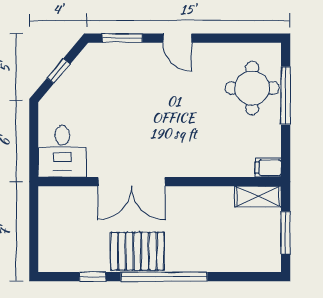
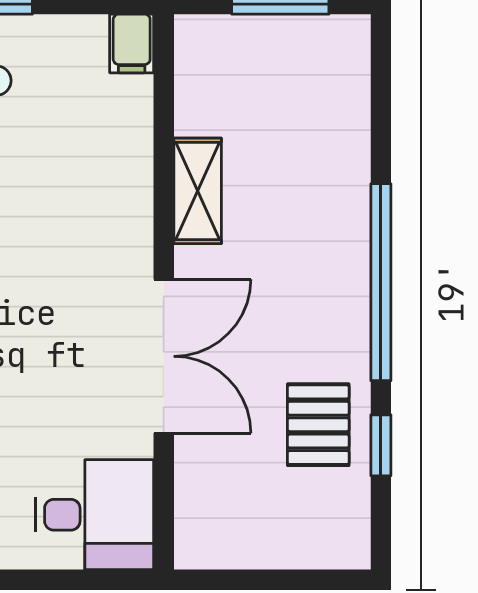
shelving: (258, 196) -> (198, 191), moved
pallet: (137, 251) -> (318, 425), moved, width x0.67, depth x0.71

